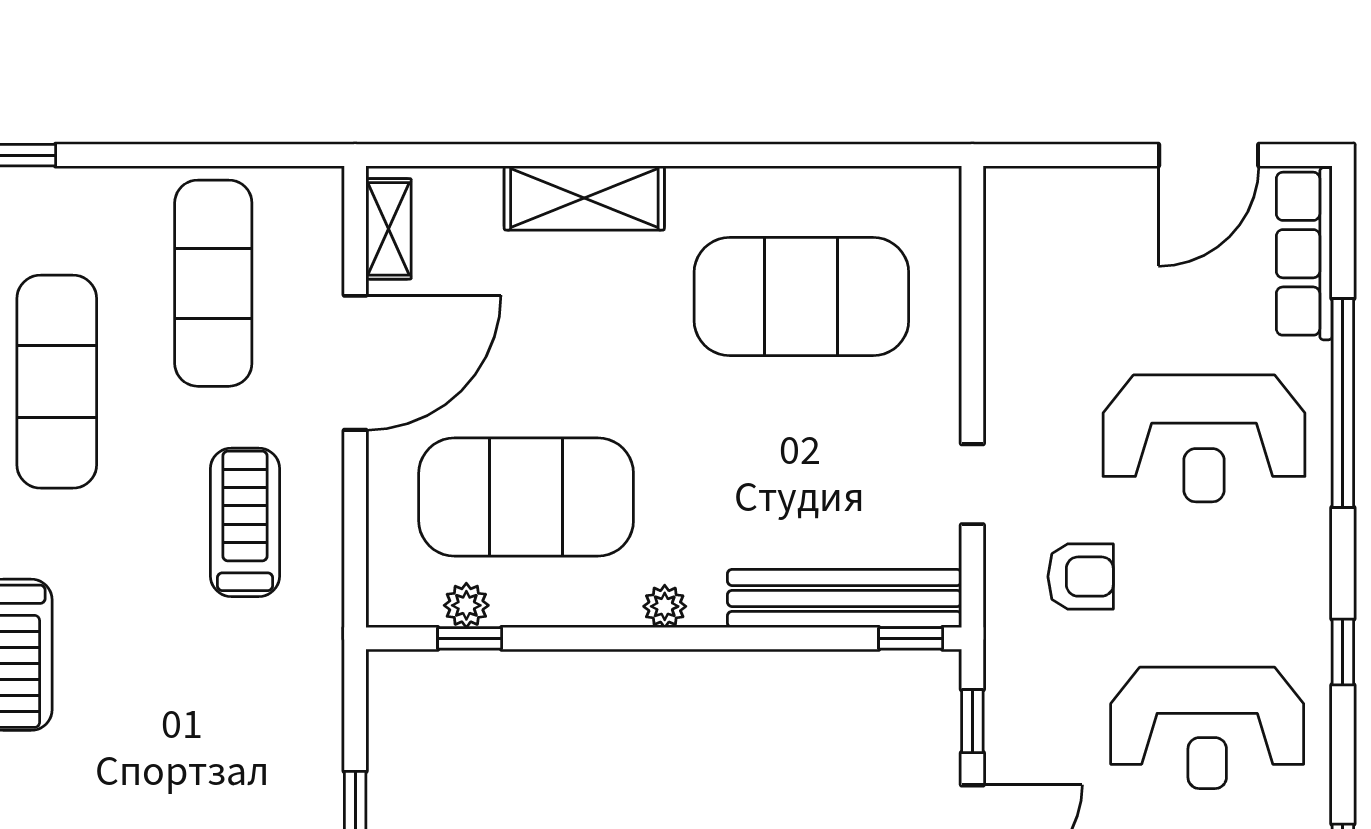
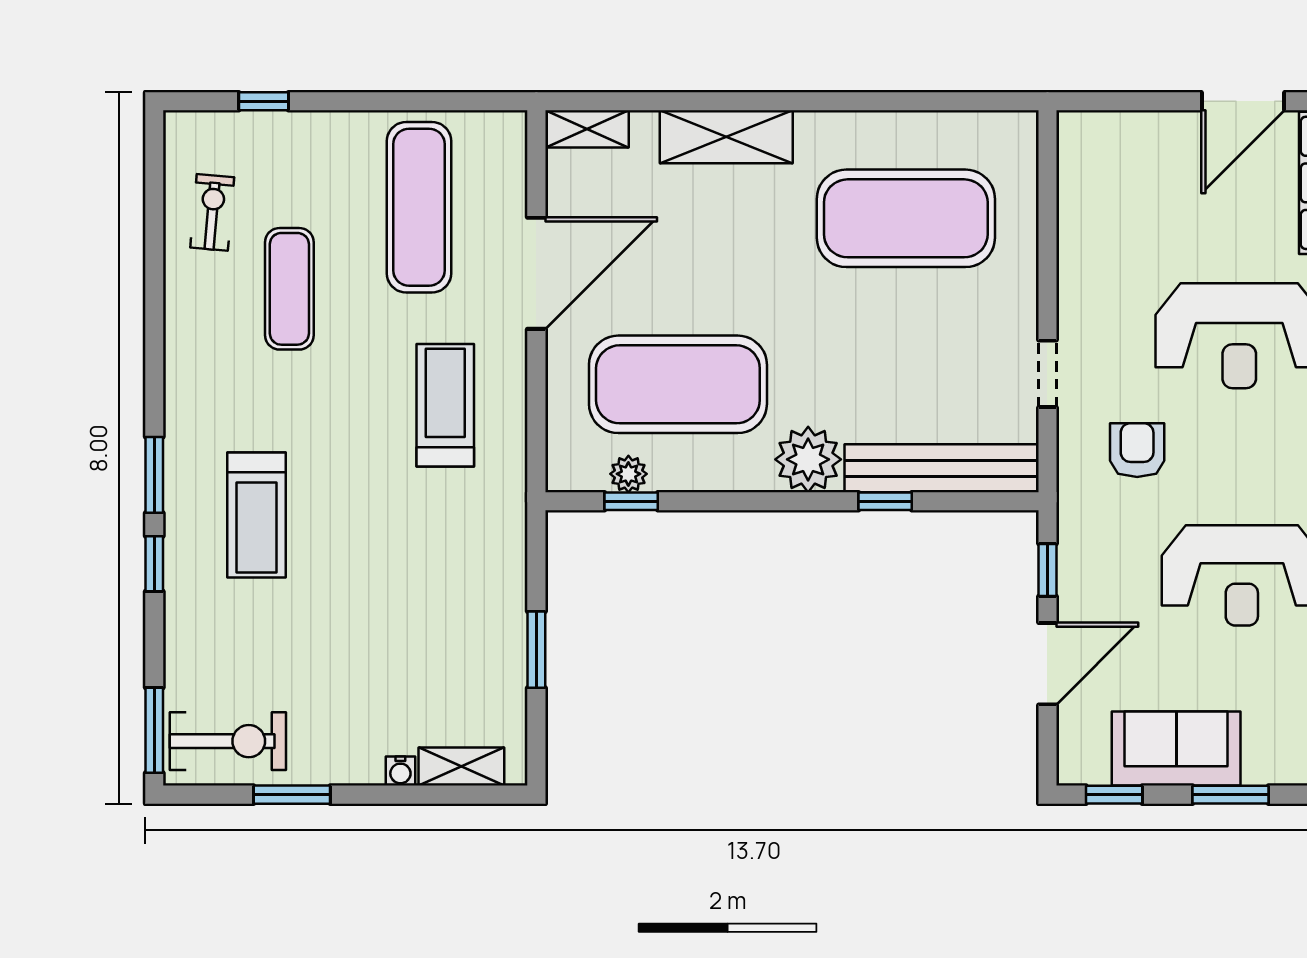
shelving: (388, 229) -> (587, 129), moved, turned 90
exercise mat: (57, 382) -> (289, 289), width x0.73, depth x0.69
armchair: (1081, 577) -> (1137, 450), turned -90
plant: (665, 606) -> (808, 459), width x1.88, depth x1.88
window: (911, 638) -> (885, 501), moved

